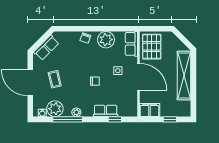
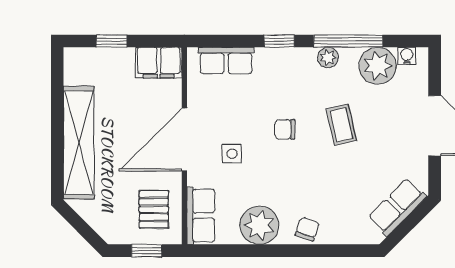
window: (155, 29) -> (147, 251), added
pallet: (152, 47) -> (154, 209), width x0.67, depth x0.71
door: (138, 77) -> (184, 140), hinge flipped
coffee table: (55, 79) -> (341, 125), moved
row of seats: (106, 111) -> (226, 60), moved
window: (115, 119) -> (279, 41), moved

